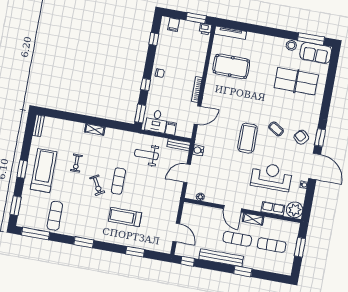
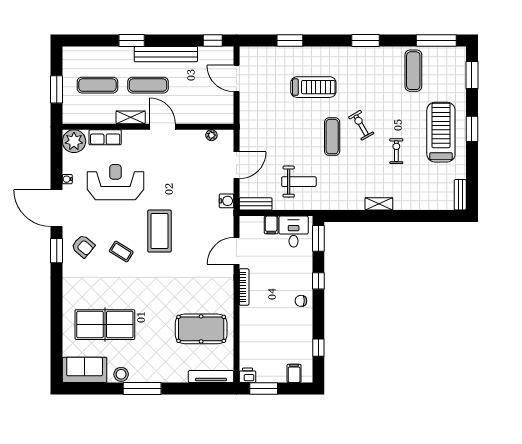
window: (311, 39) -> (142, 388), moved
treadmill: (44, 171) -> (441, 132), turned 180
reception desk: (271, 177) -> (115, 182), turned 180

